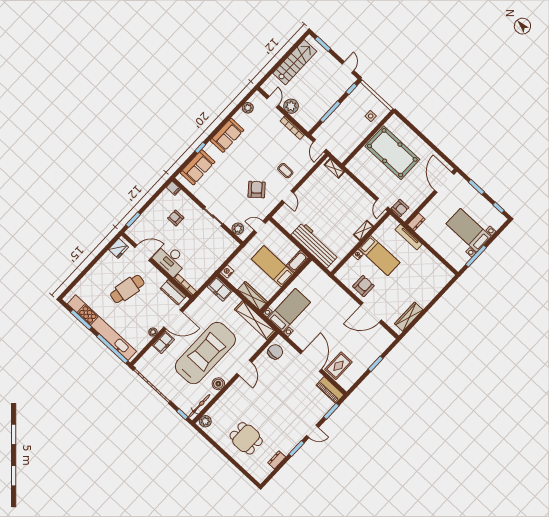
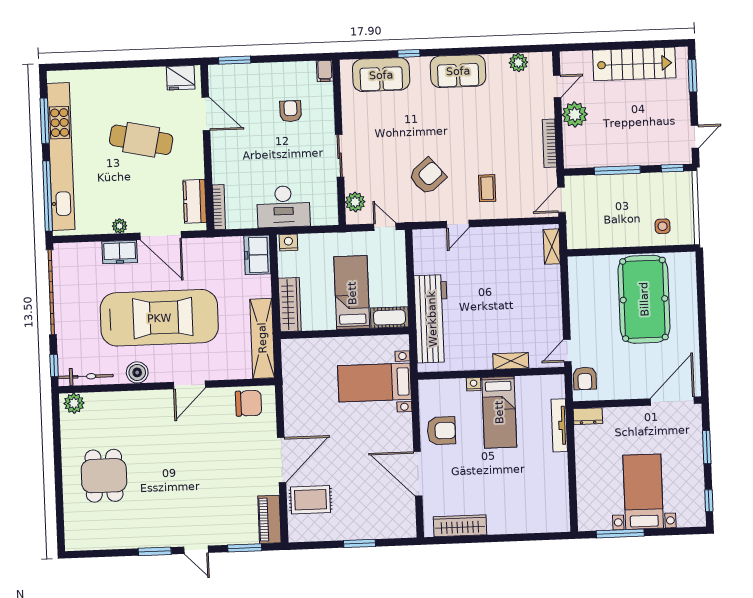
desk: (170, 260) -> (283, 207), moved, turned -90
bed with nightstands: (289, 310) -> (375, 383), moved, turned 180
dresser: (277, 460) -> (116, 541), removed

